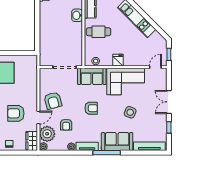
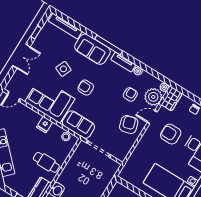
armchair: (91, 108) -> (86, 88), moved
armchair: (16, 113) -> (171, 134), turned 180

